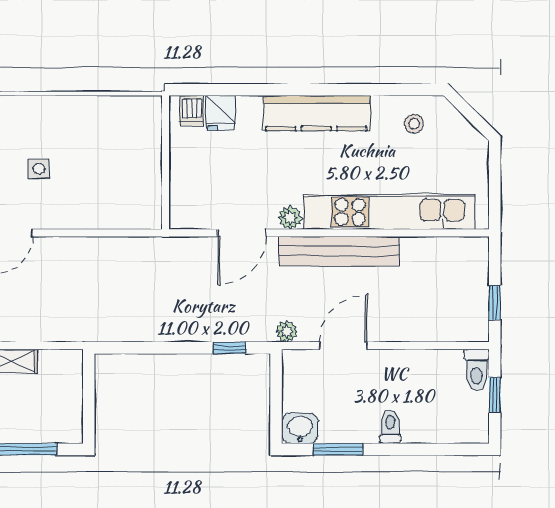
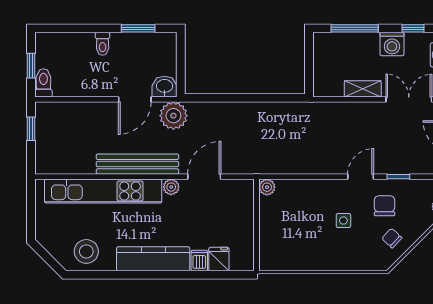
dishwasher: (192, 111) -> (199, 260), moved
stool: (414, 124) -> (86, 251), width x1.89, depth x1.89
plant: (150, 218) -> (267, 187), added
plant: (287, 331) -> (173, 116), width x1.88, depth x1.88
window: (230, 348) -> (213, 98), removed
washbasin: (300, 428) -> (164, 87), moved, turned 180

